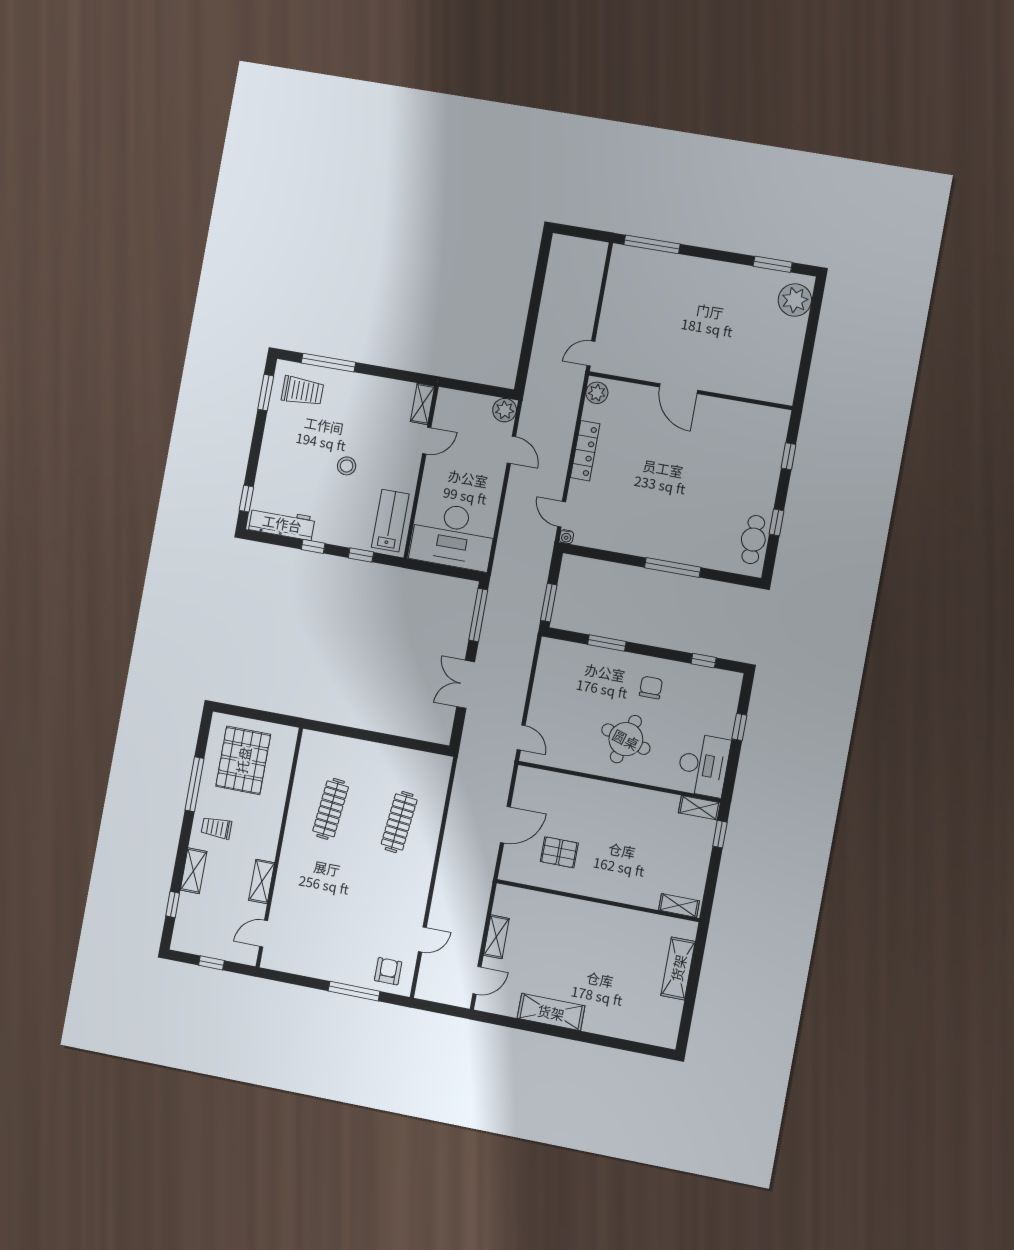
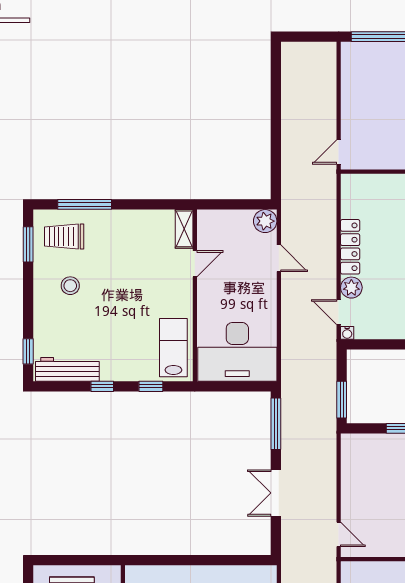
trolley: (302, 391) -> (64, 237), turned 180
plant: (597, 393) -> (351, 288), moved
stool: (347, 466) -> (70, 286), moved

